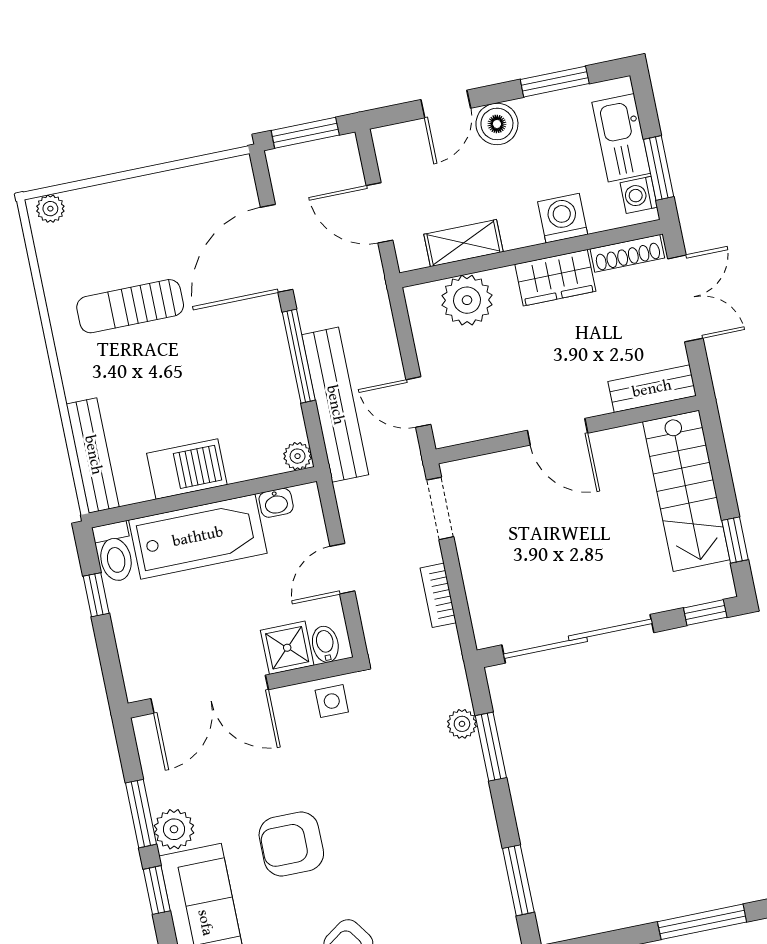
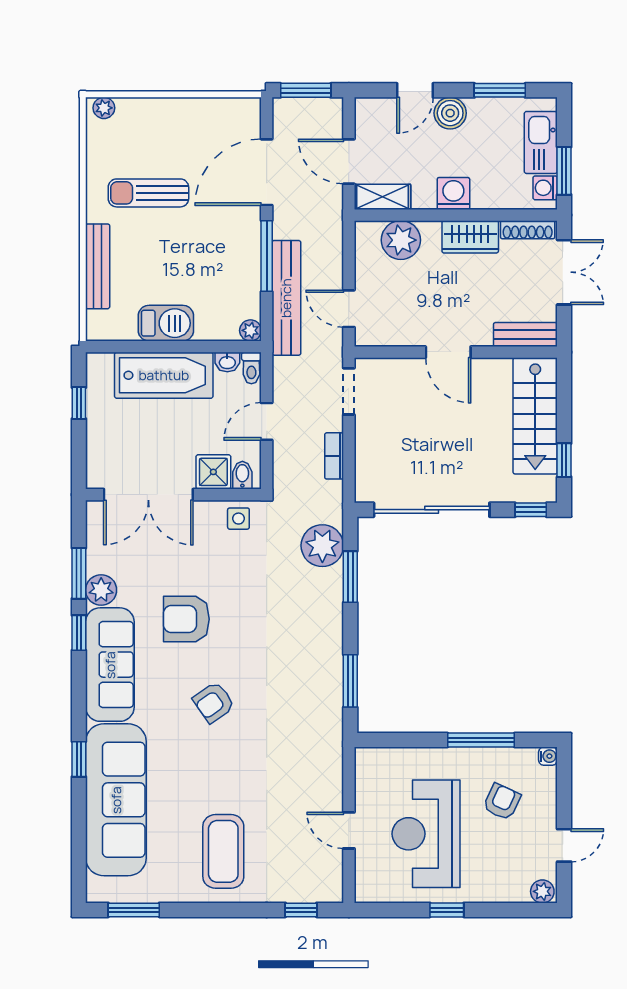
washing machine: (563, 218) -> (453, 193), moved
shelving: (463, 243) -> (383, 197), moved
bench: (93, 455) -> (98, 266), moved
toilet: (114, 552) -> (251, 368), moved, width x0.73, depth x0.72
plant: (462, 724) -> (322, 546), width x1.88, depth x1.88

